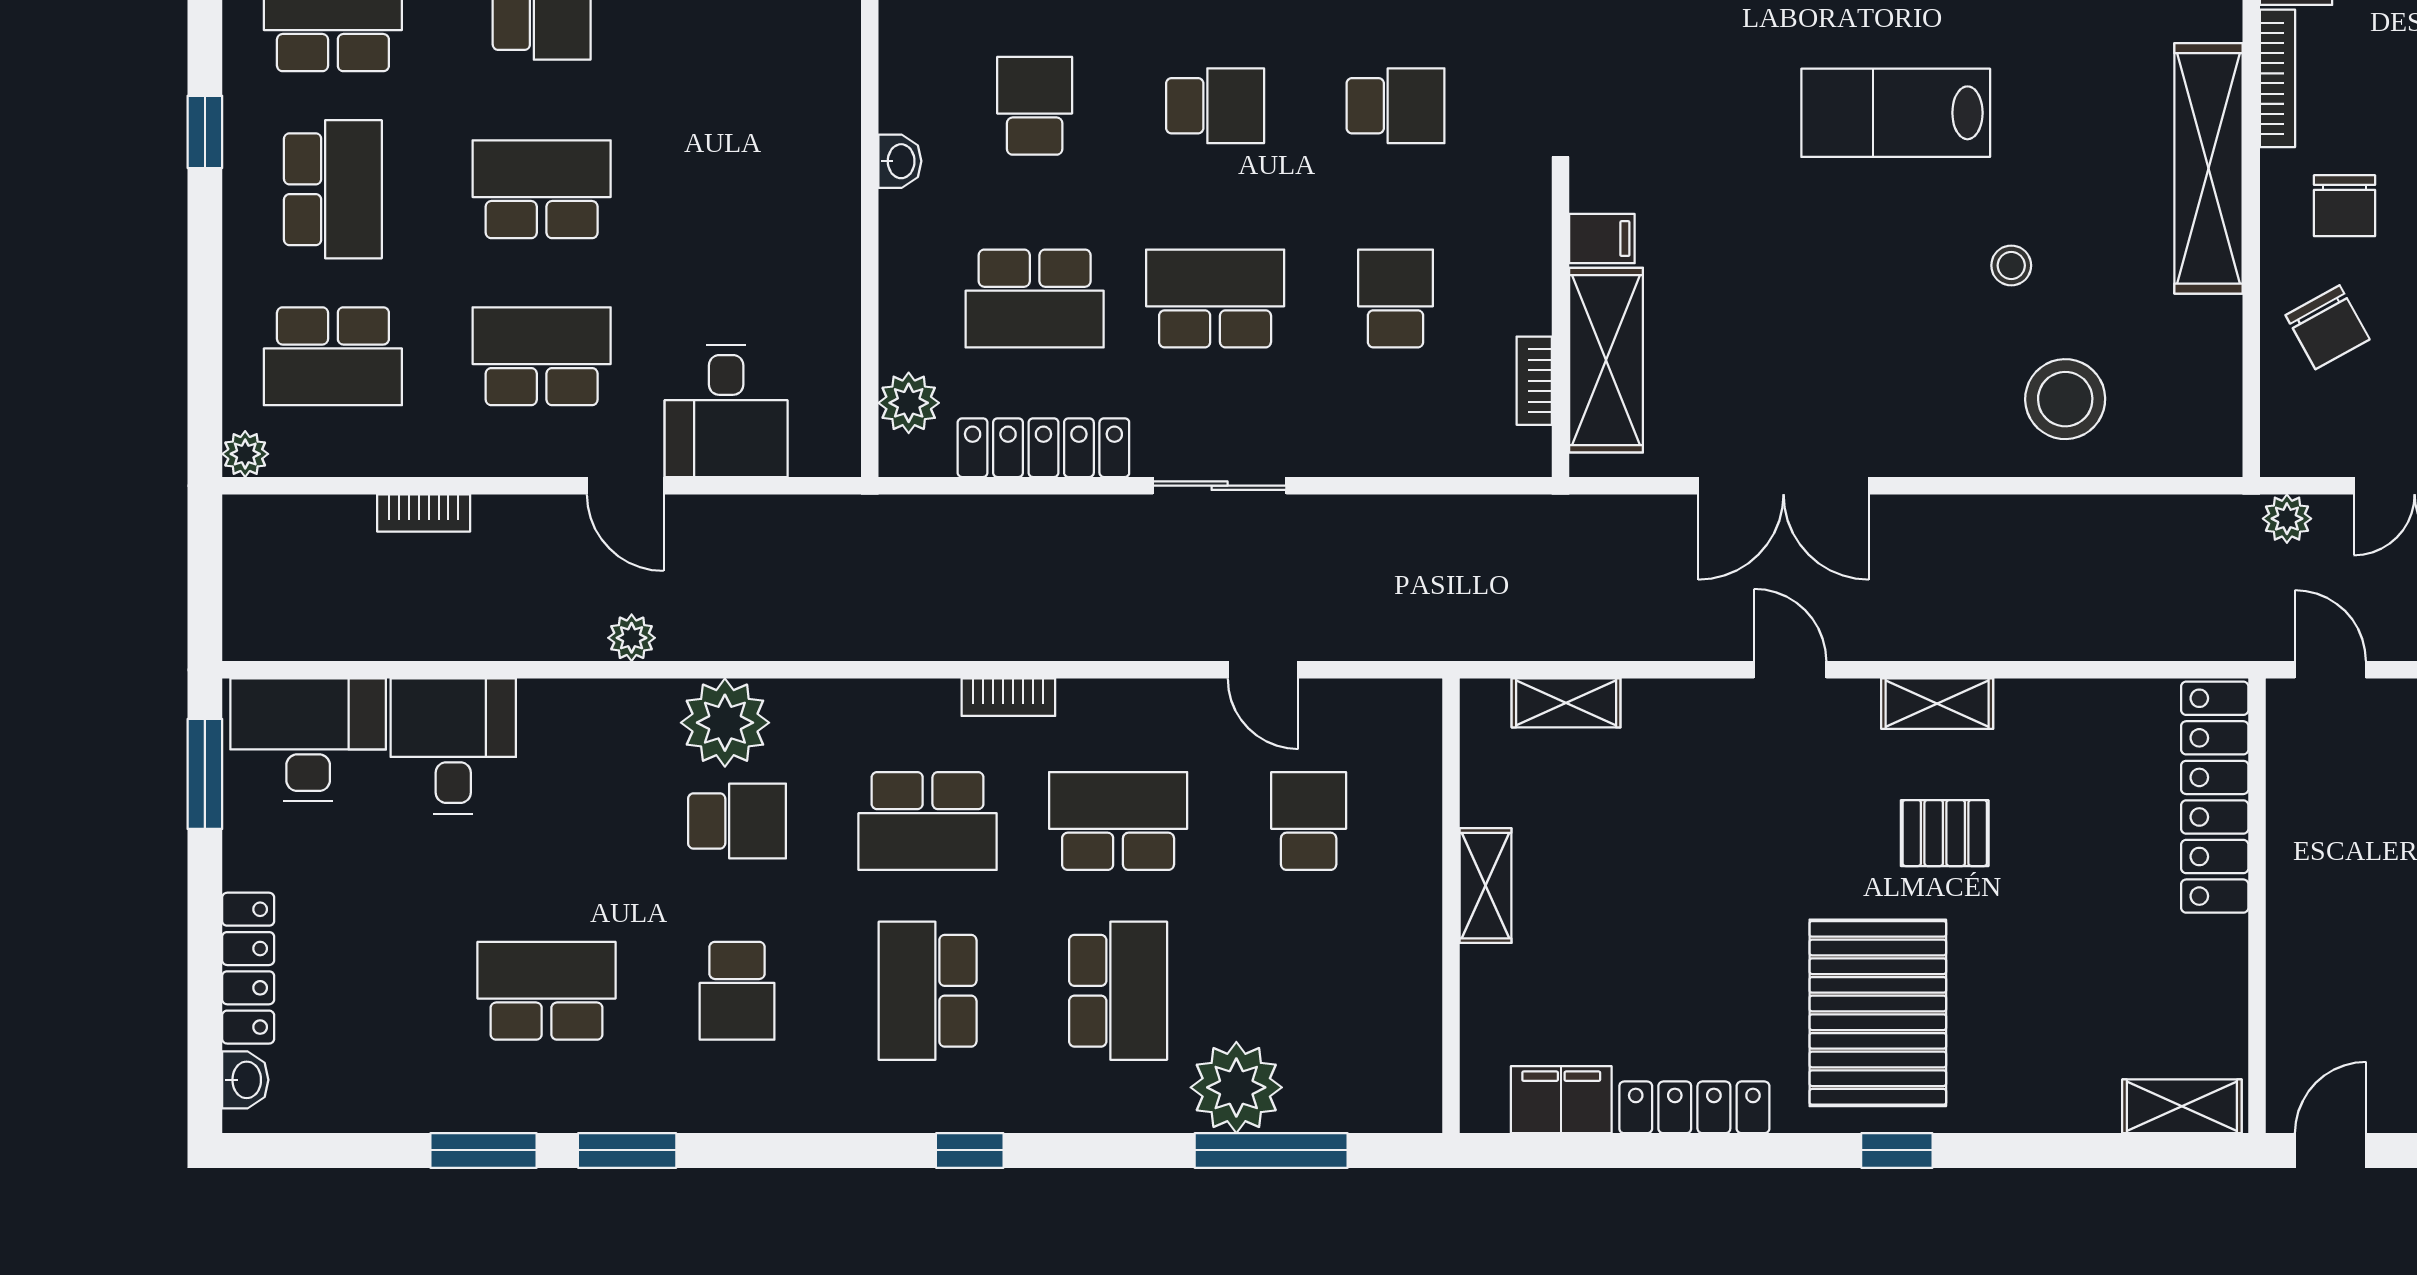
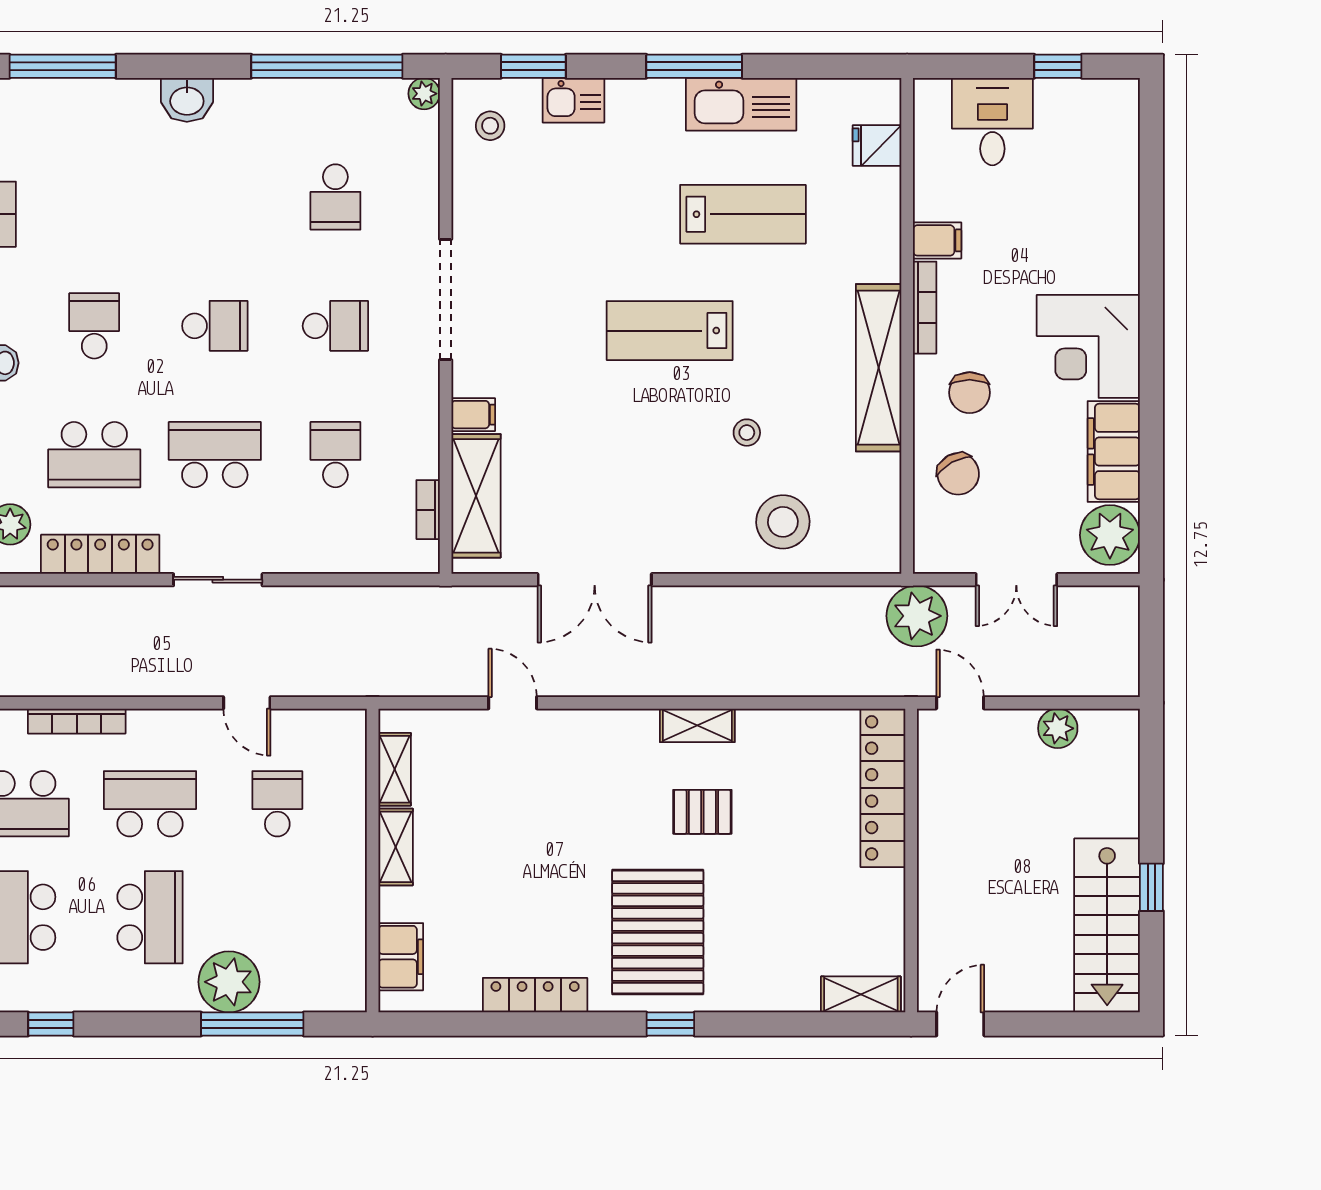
plant: (2287, 519) -> (917, 616), width x1.88, depth x1.88
door: (1790, 670) -> (513, 703), moved
bookcase: (1008, 697) -> (77, 721), width x1.56
shelving: (1566, 703) -> (395, 769), moved, turned 90
filing cabinet: (1561, 1100) -> (401, 957), moved, turned 90

